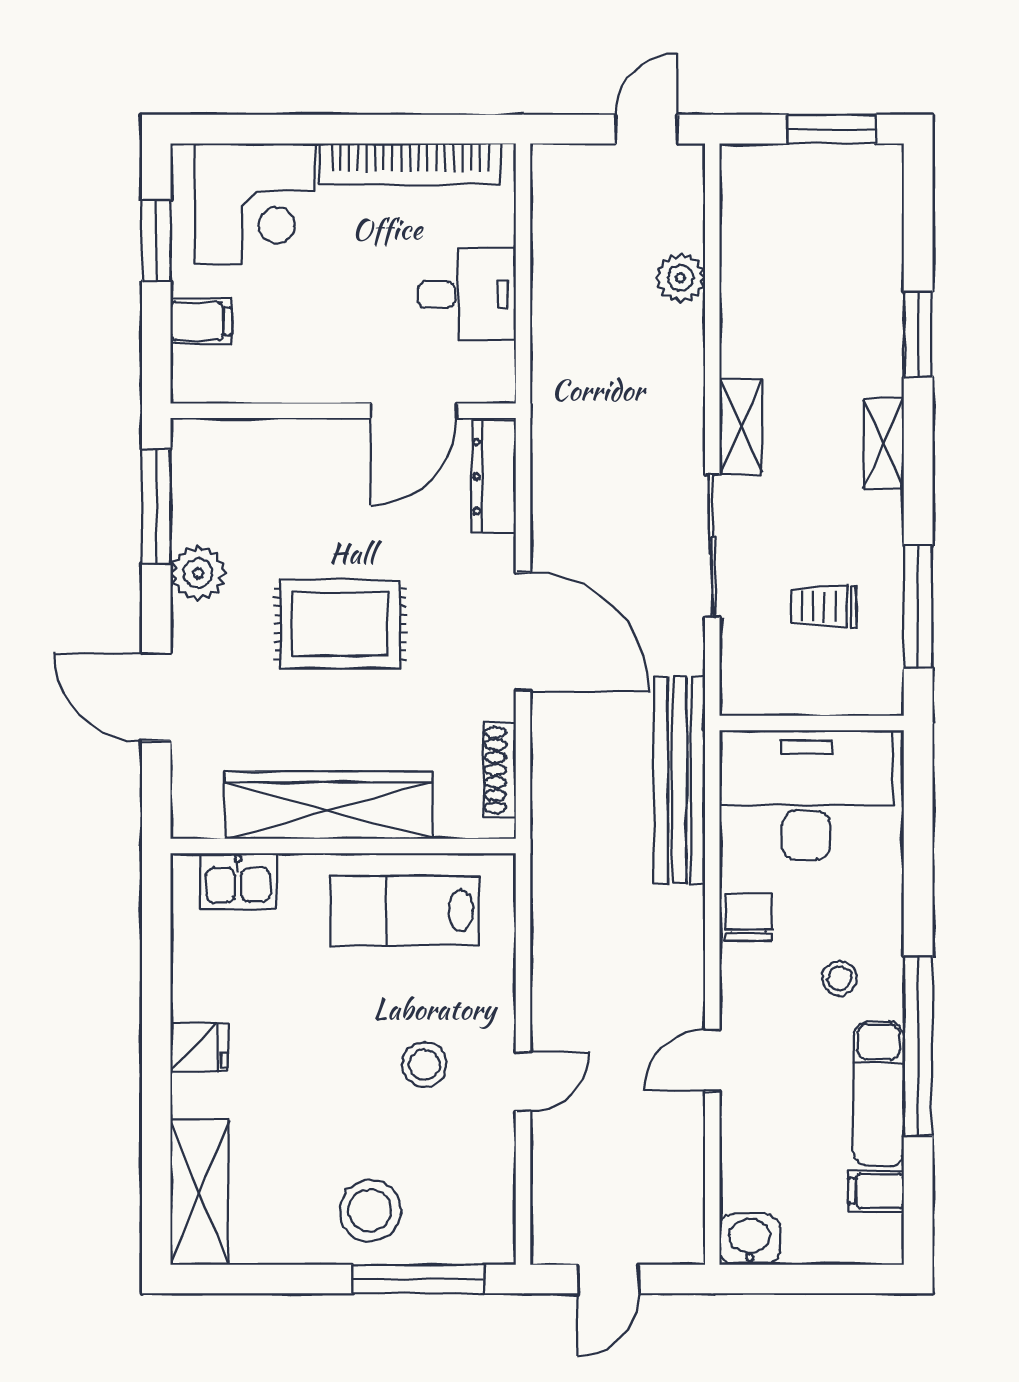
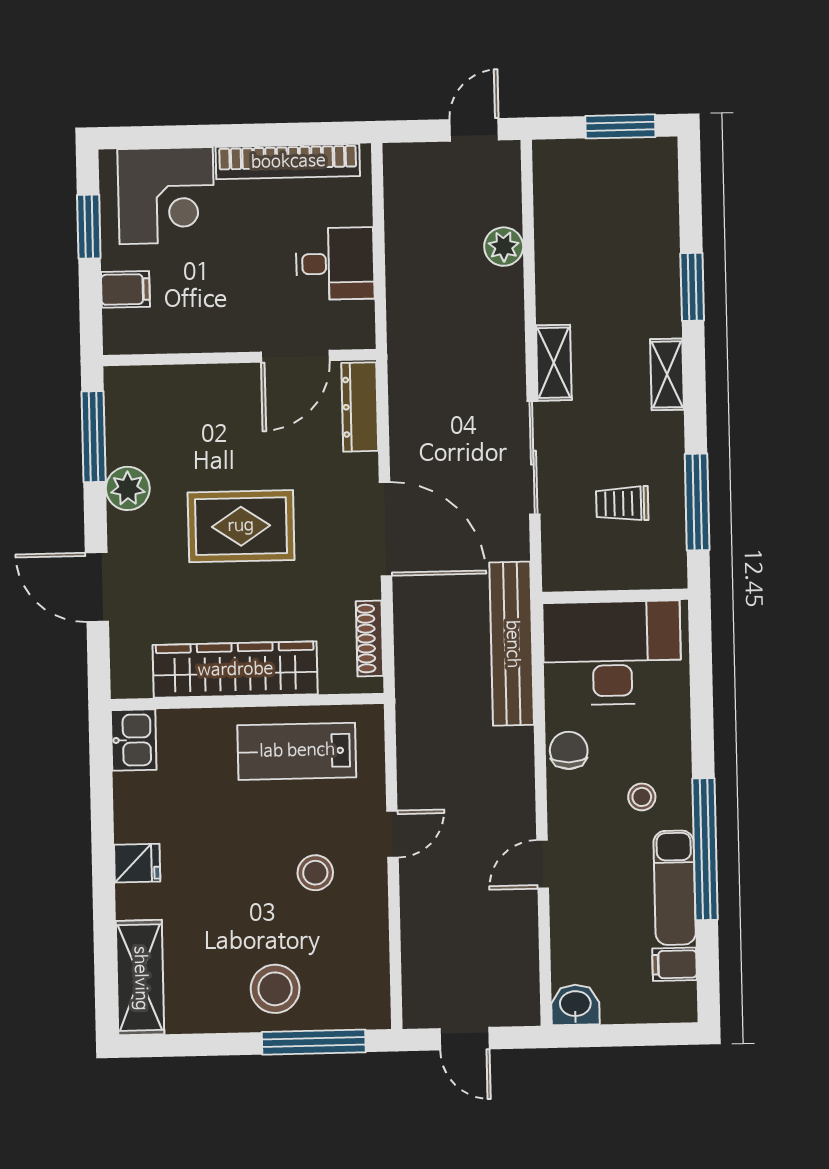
kitchen sink: (238, 881) -> (134, 740), moved, turned -90
door: (523, 1082) -> (392, 834), moved
door: (609, 1279) -> (465, 1039), hinge flipped

